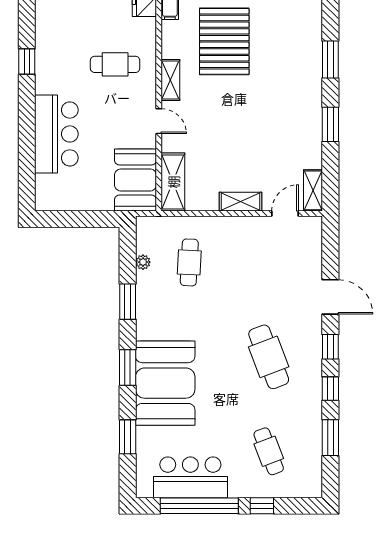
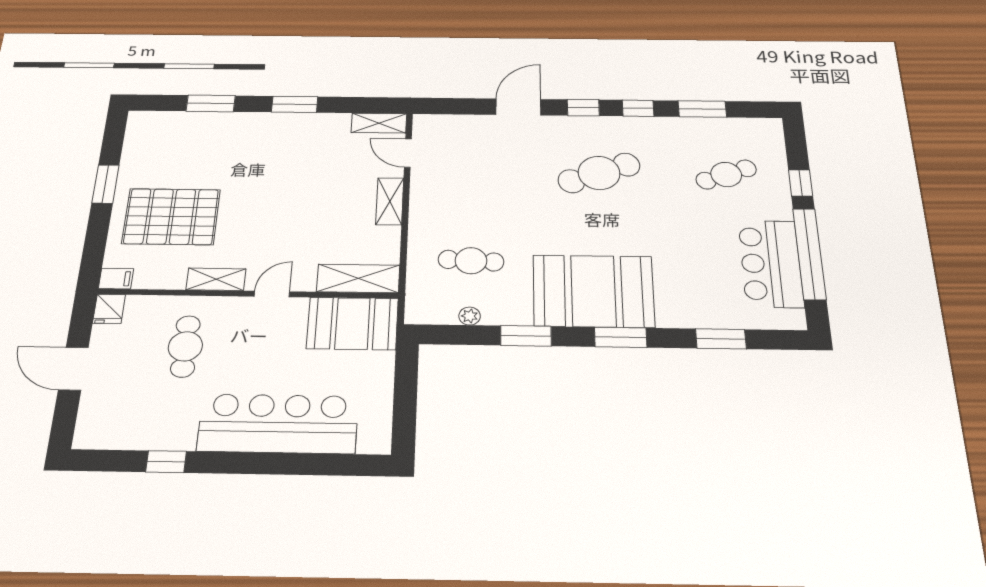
bar counter: (56, 134) -> (278, 424), width x1.36
booth: (165, 383) -> (593, 291), moved

